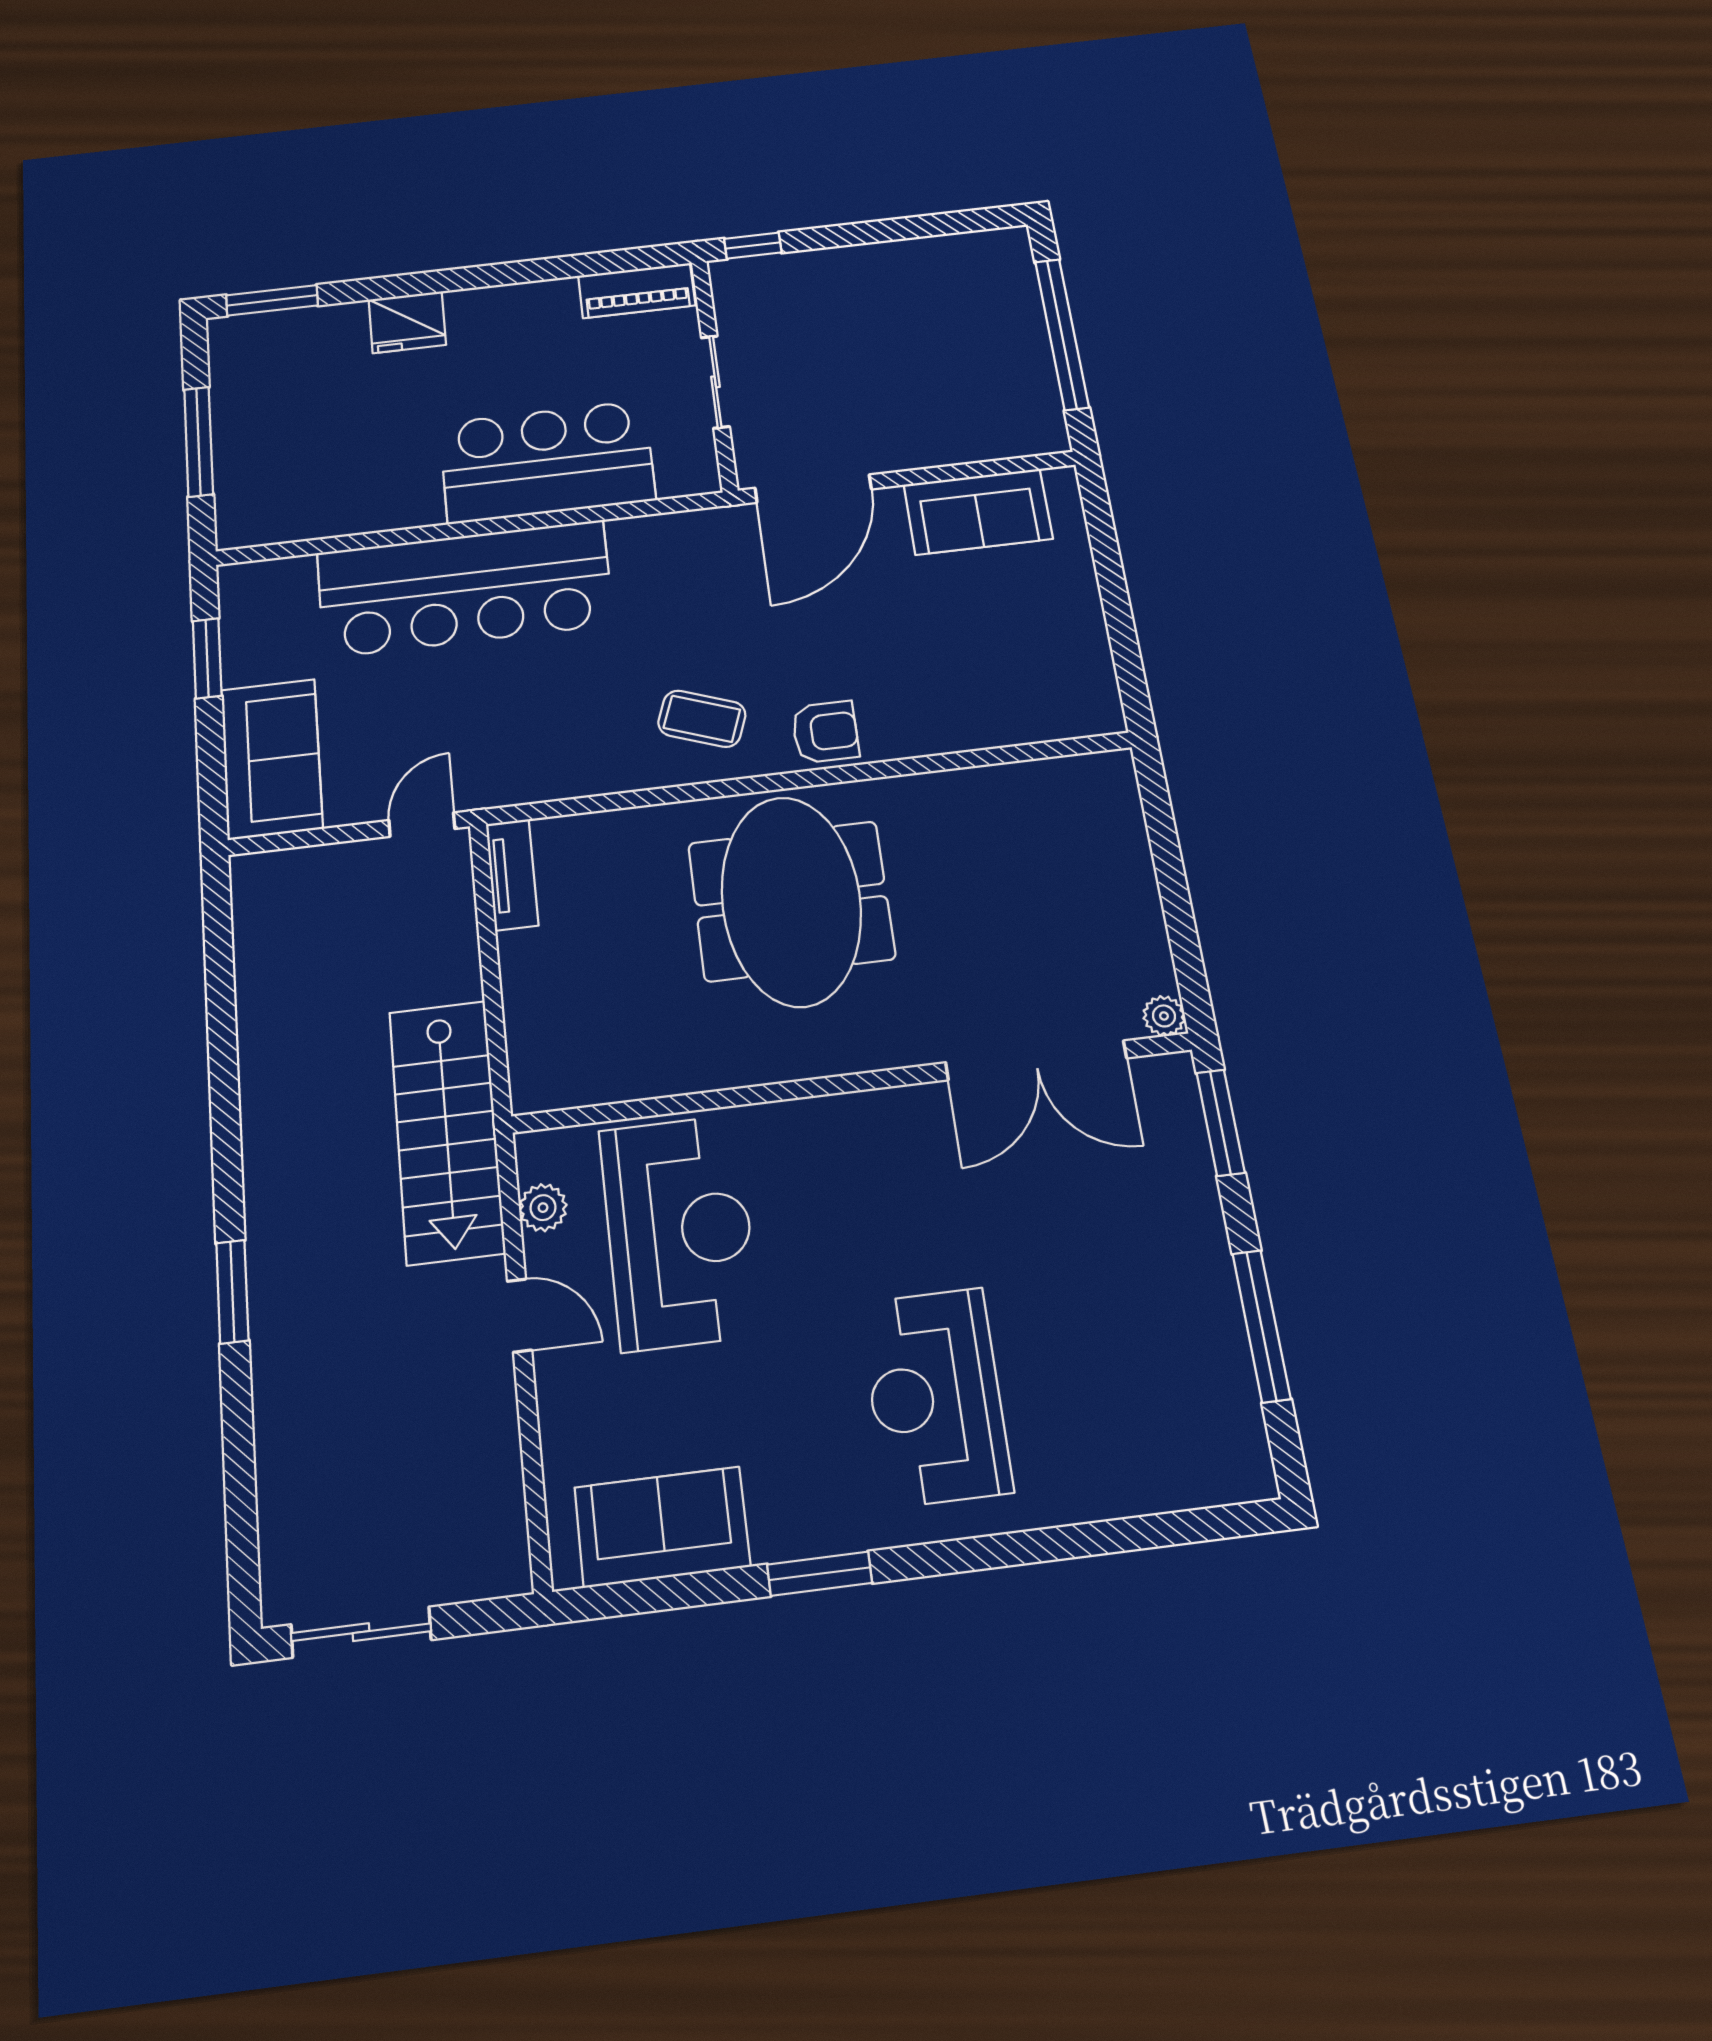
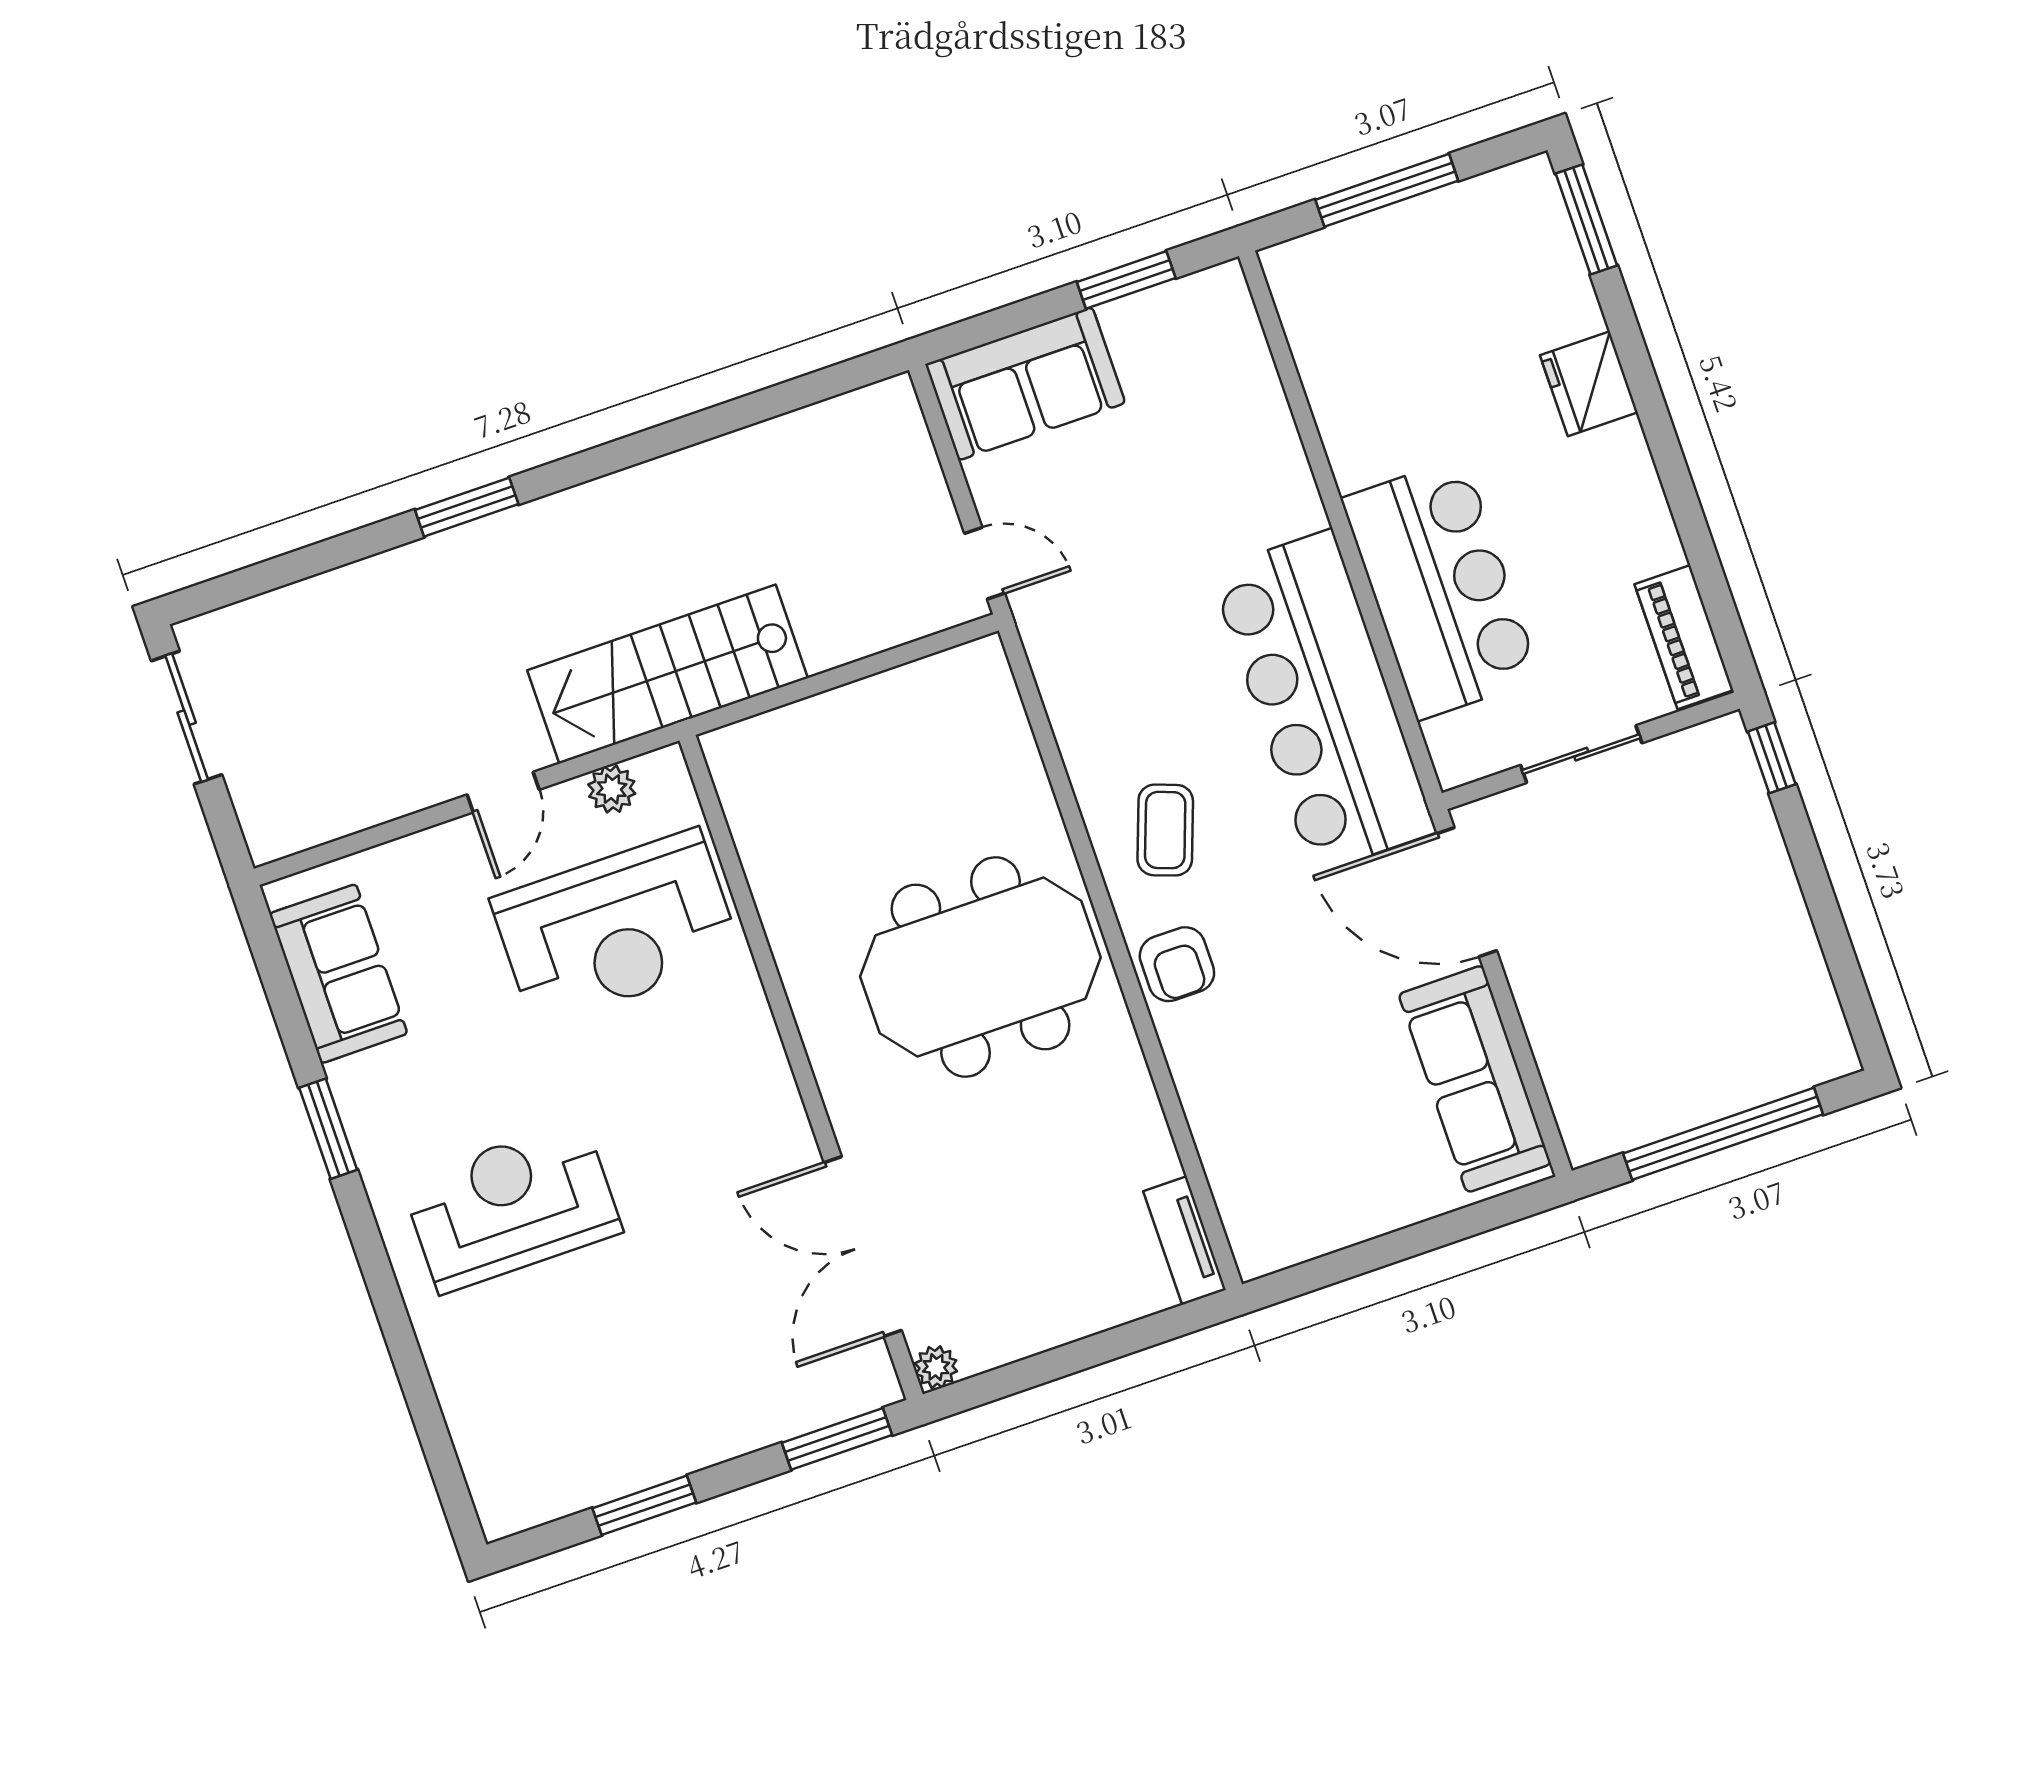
sofa: (978, 512) -> (1475, 1079), width x1.36
bar counter: (465, 588) -> (1323, 701), moved
tv unit: (512, 874) -> (1185, 1241), moved, turned 90
window: (1261, 1326) -> (644, 1505), width x0.69

